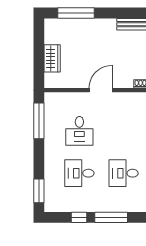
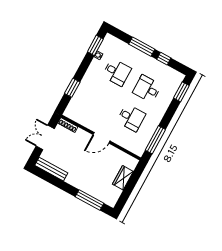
desk: (79, 131) -> (131, 118), turned 90
desk: (79, 173) -> (147, 89), turned 180

